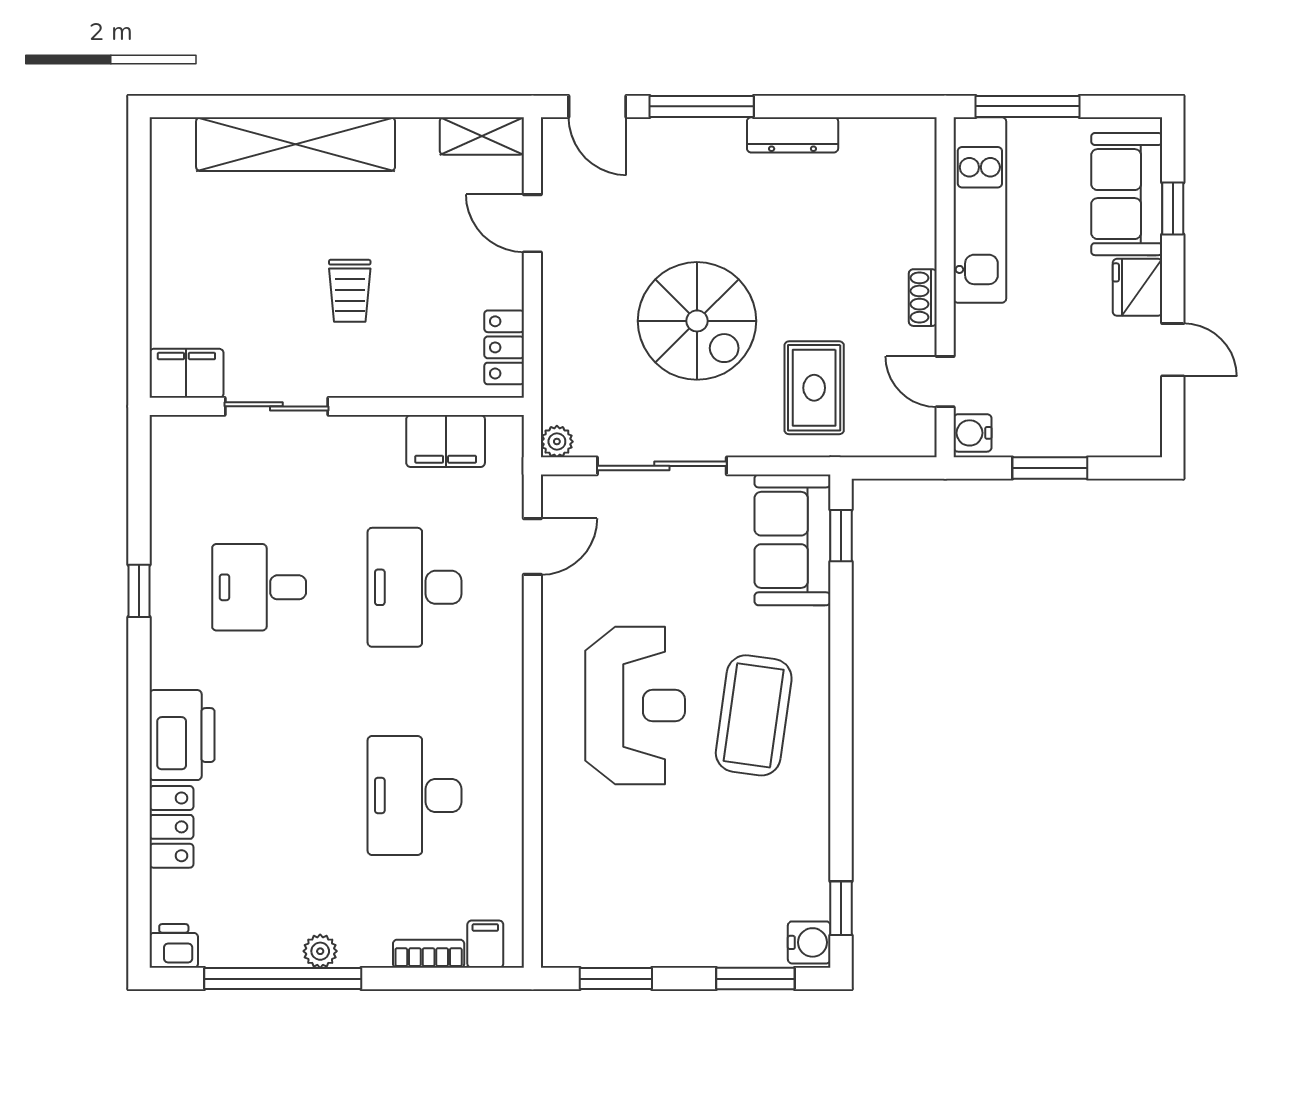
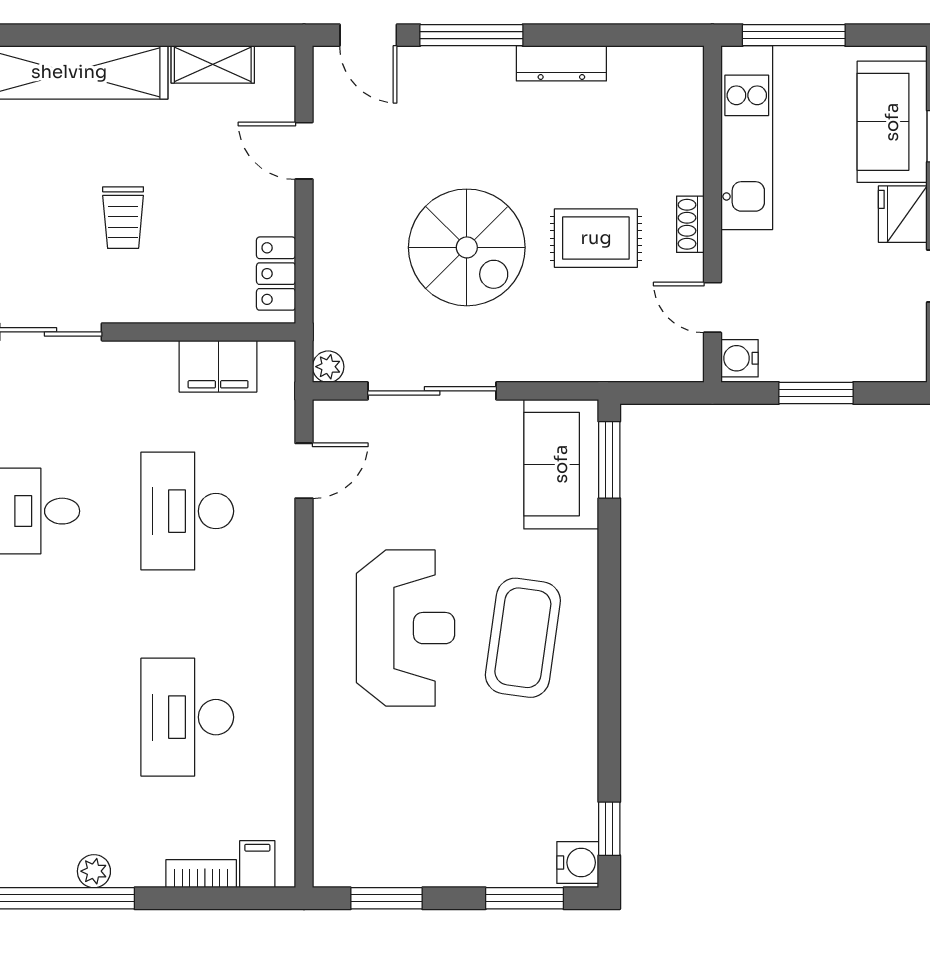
shelving: (482, 136) -> (213, 64), moved
rug: (814, 388) -> (596, 238), moved, turned 90
window: (841, 536) -> (609, 460), width x1.50

